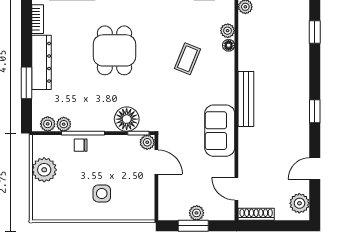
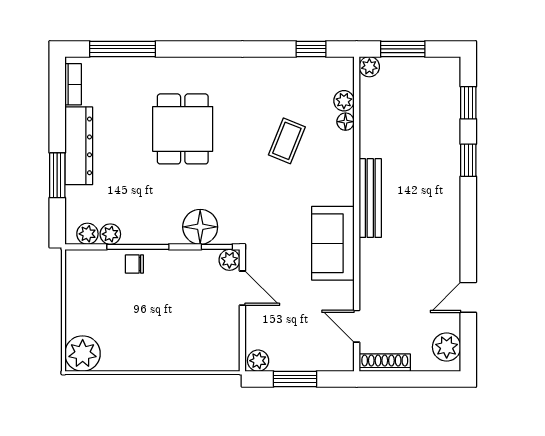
window: (315, 111) -> (468, 160), moved
plant: (44, 170) -> (83, 354), moved
side table: (102, 194) -> (165, 333), removed
plant: (197, 213) -> (258, 361), moved

